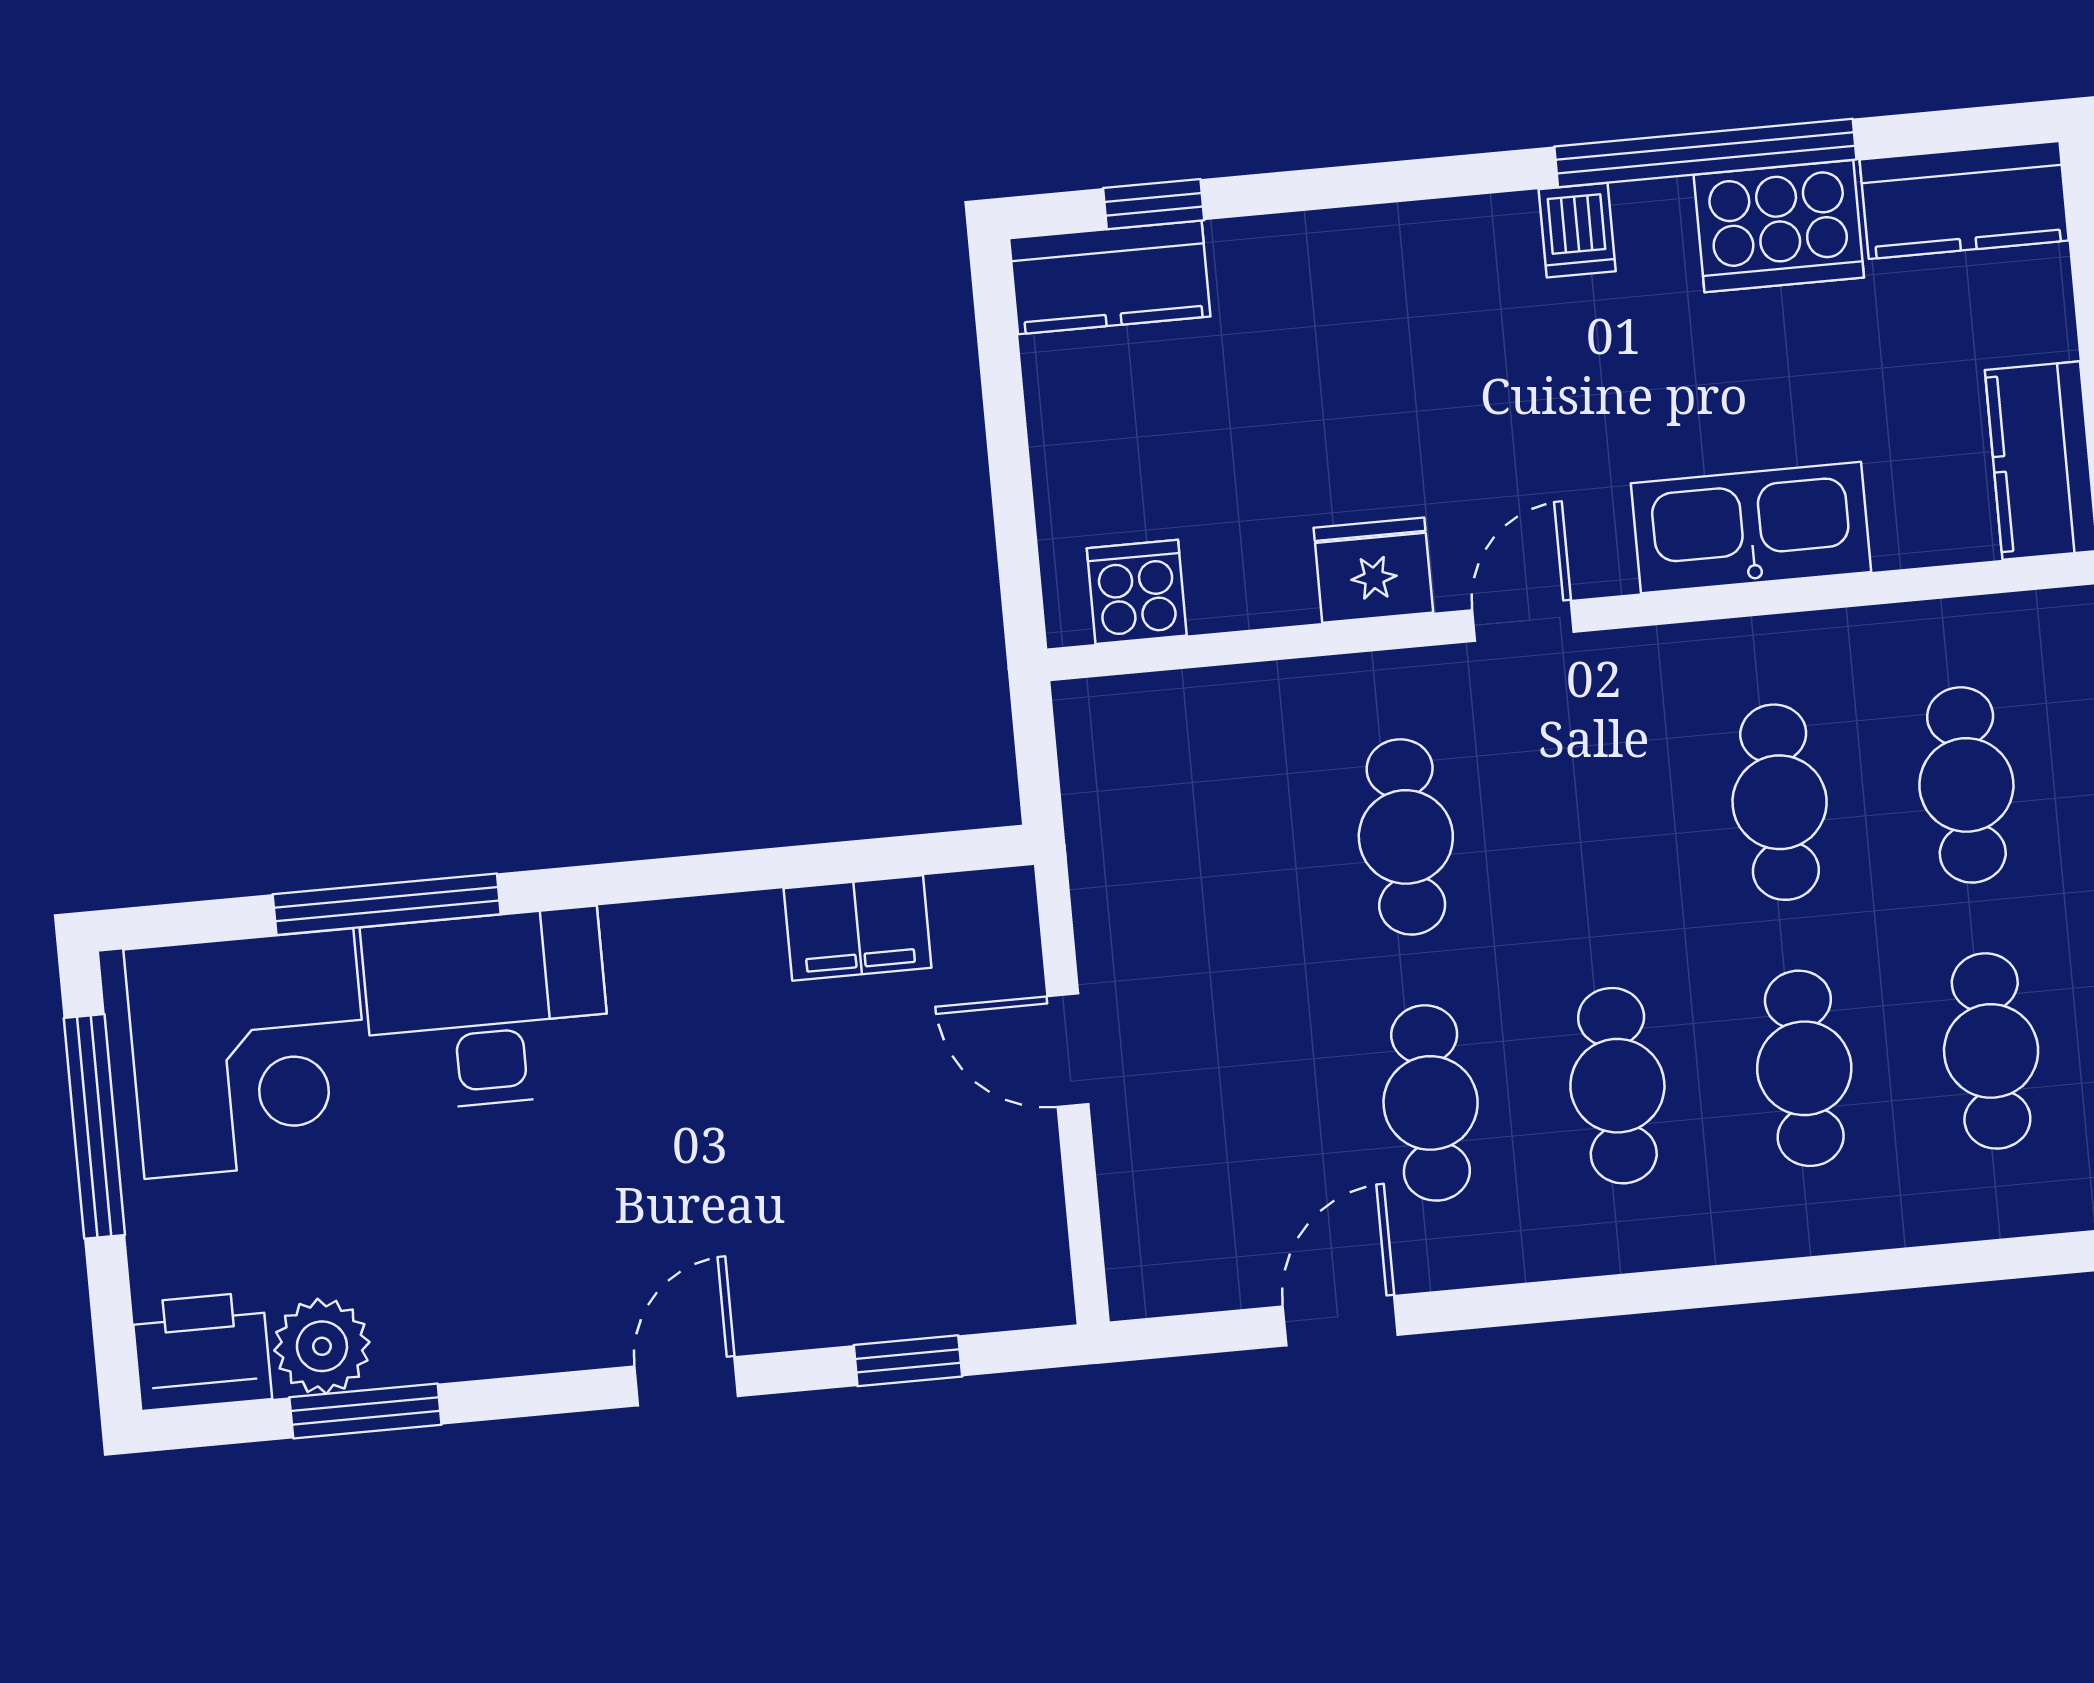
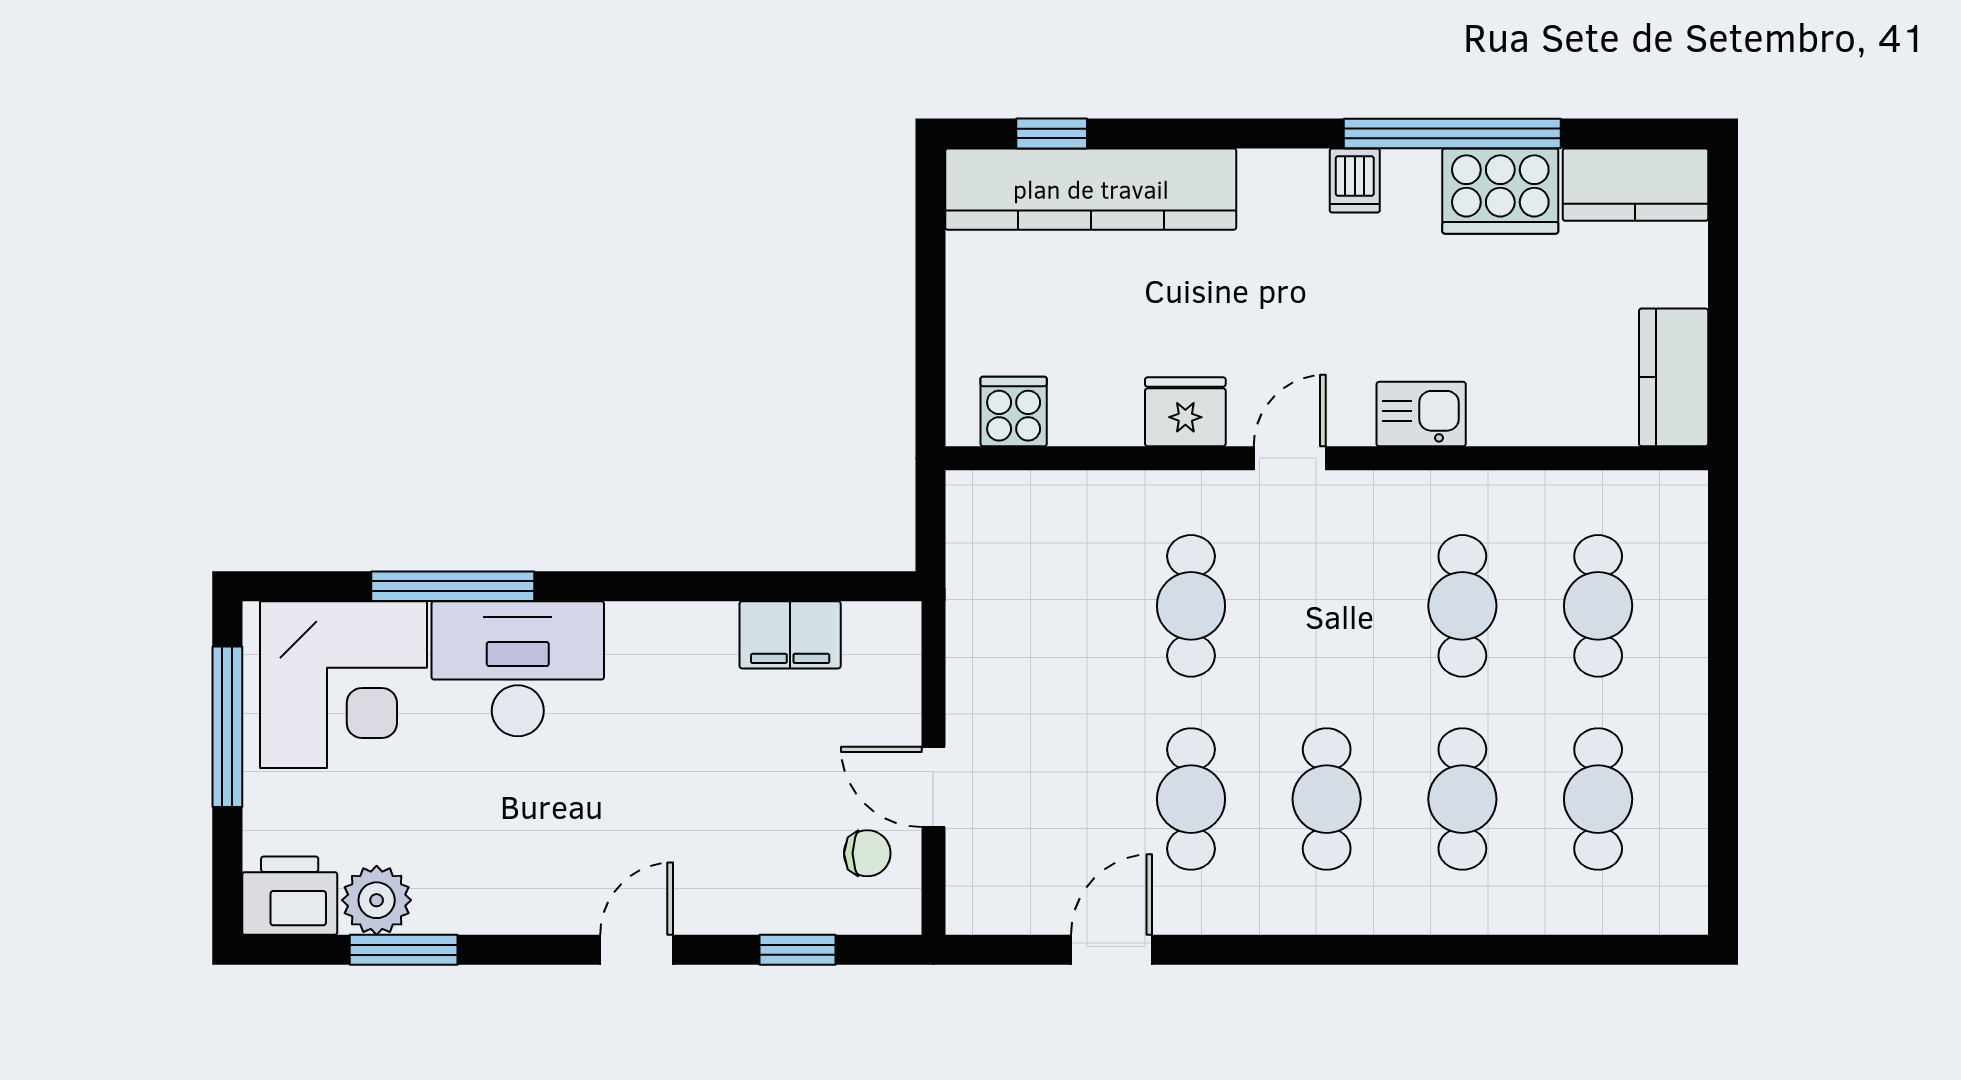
kitchen counter: (1110, 277) -> (1091, 189), width x2.08, depth x1.17
kitchen sink: (1751, 528) -> (1421, 414), width x0.53, depth x0.81
door: (1068, 1050) -> (933, 787), moved
chair: (992, 1219) -> (867, 853), added

